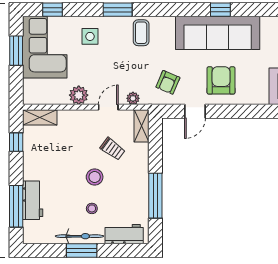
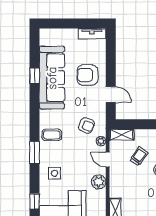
armchair: (168, 82) -> (86, 125), moved

